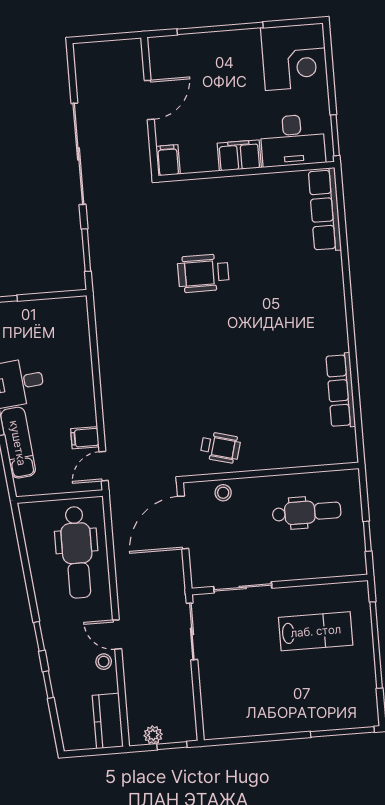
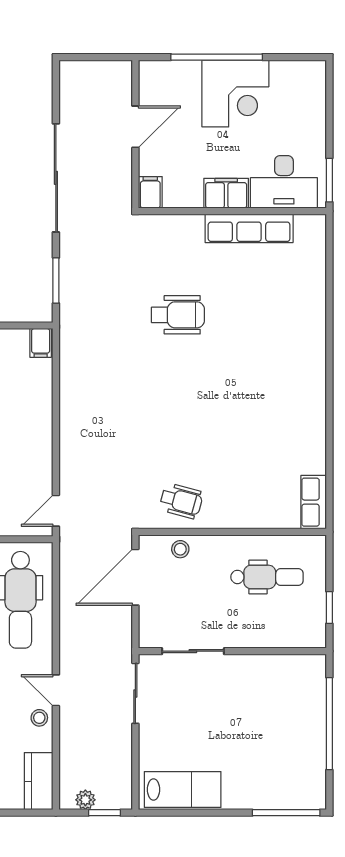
corner desk: (294, 57) -> (235, 93), moved
row of seats: (325, 210) -> (249, 228), moved, turned -90
wheelchair: (203, 273) -> (178, 315), turned 180
row of seats: (341, 390) -> (314, 502), moved, width x0.68
filing cabinet: (85, 438) -> (41, 343), moved, turned -90
lab bench: (316, 631) -> (183, 790), moved

